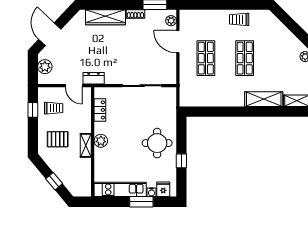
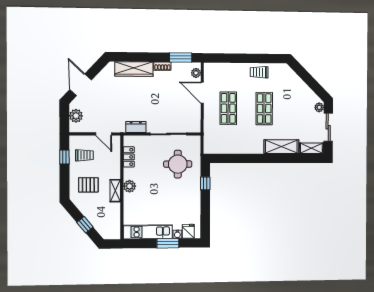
dresser: (94, 78) -> (136, 127), moved
round table: (157, 143) -> (178, 164), moved
window: (181, 161) -> (205, 183), moved

